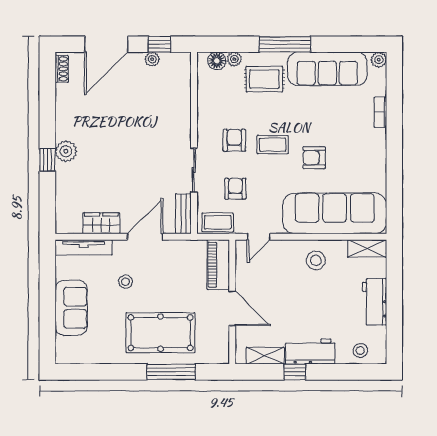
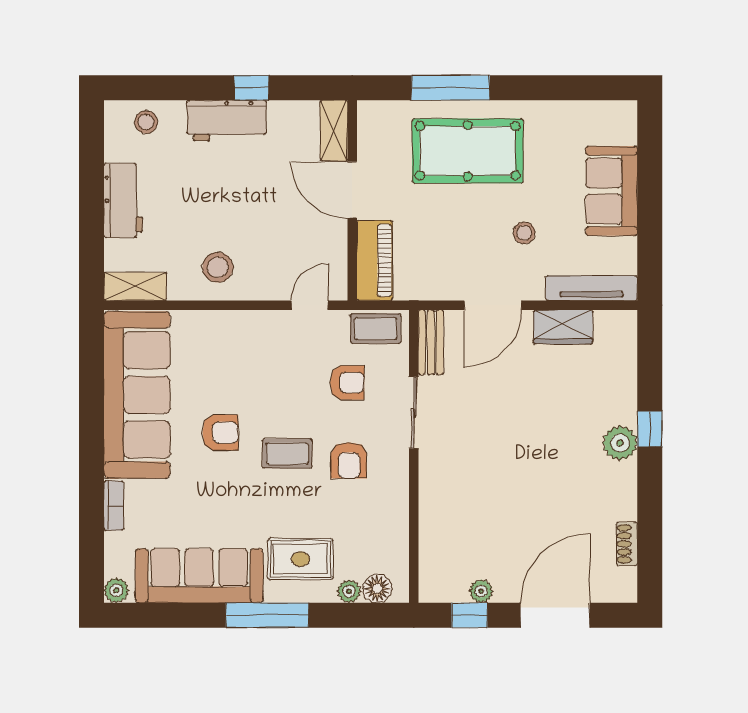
shoe rack: (62, 69) -> (627, 544), moved
armchair: (235, 189) -> (347, 383), turned -90
sofa: (335, 213) -> (137, 395), moved, turned -90
shelving: (265, 356) -> (334, 131), moved, turned 90

